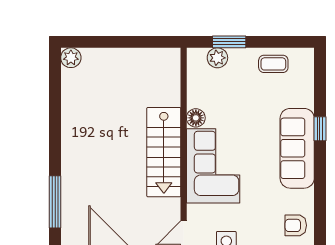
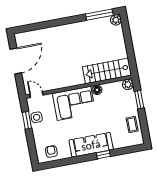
plant: (217, 58) -> (128, 84), moved
stairs: (164, 152) -> (107, 71), moved
window: (55, 202) -> (99, 15), moved

